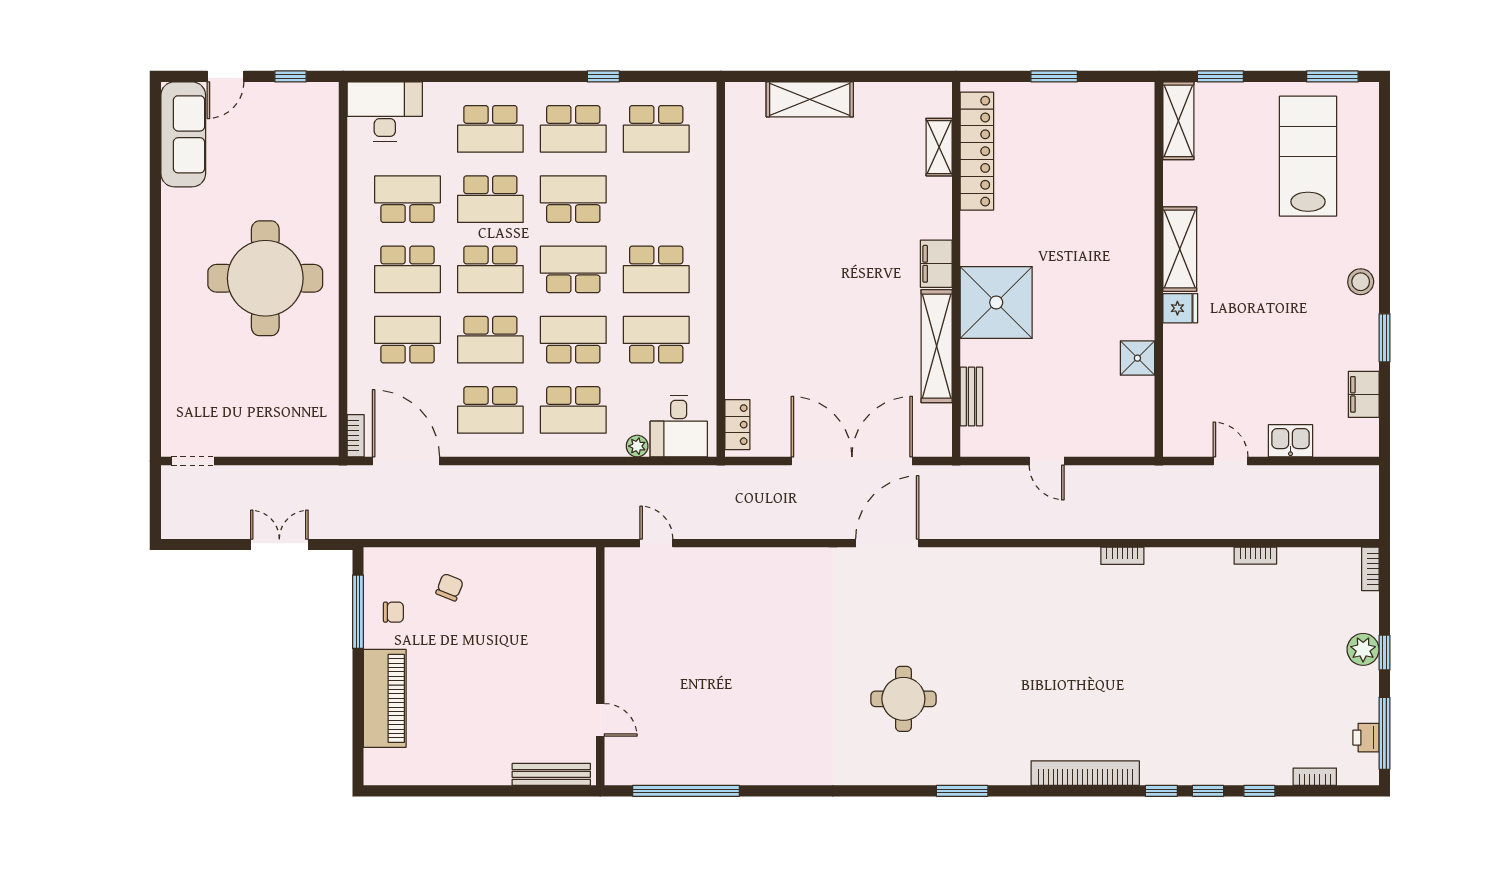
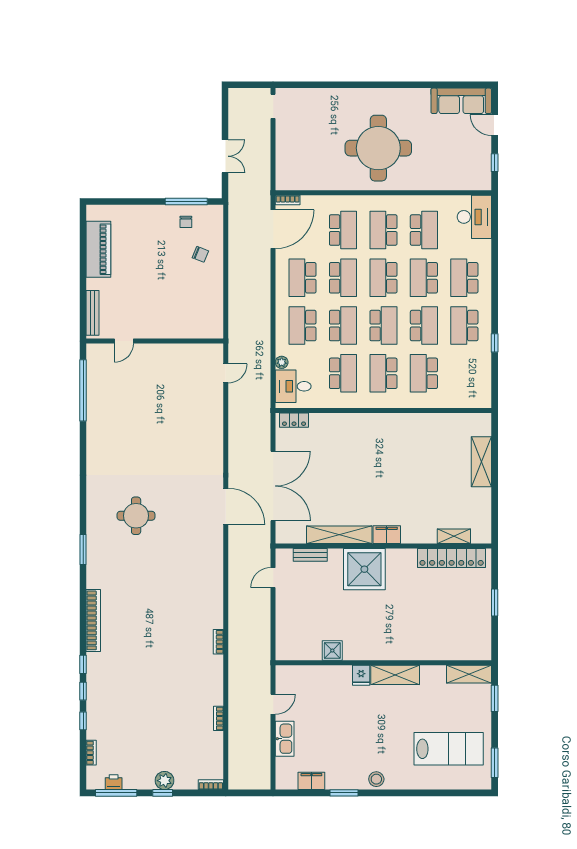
school desk: (656, 129) -> (424, 373), moved
school desk: (490, 340) -> (343, 278), turned 180
kitchen sink: (1290, 441) -> (285, 739), width x1.38
door: (1047, 461) -> (273, 578), moved
piano: (385, 698) -> (98, 249), moved, turned -90

